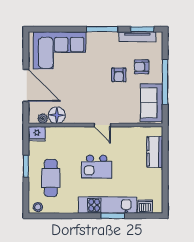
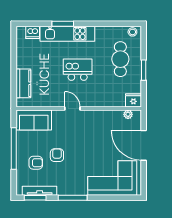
sofa: (152, 103) -> (34, 120), moved, turned 90
floor lamp: (57, 115) -> (115, 118), removed

